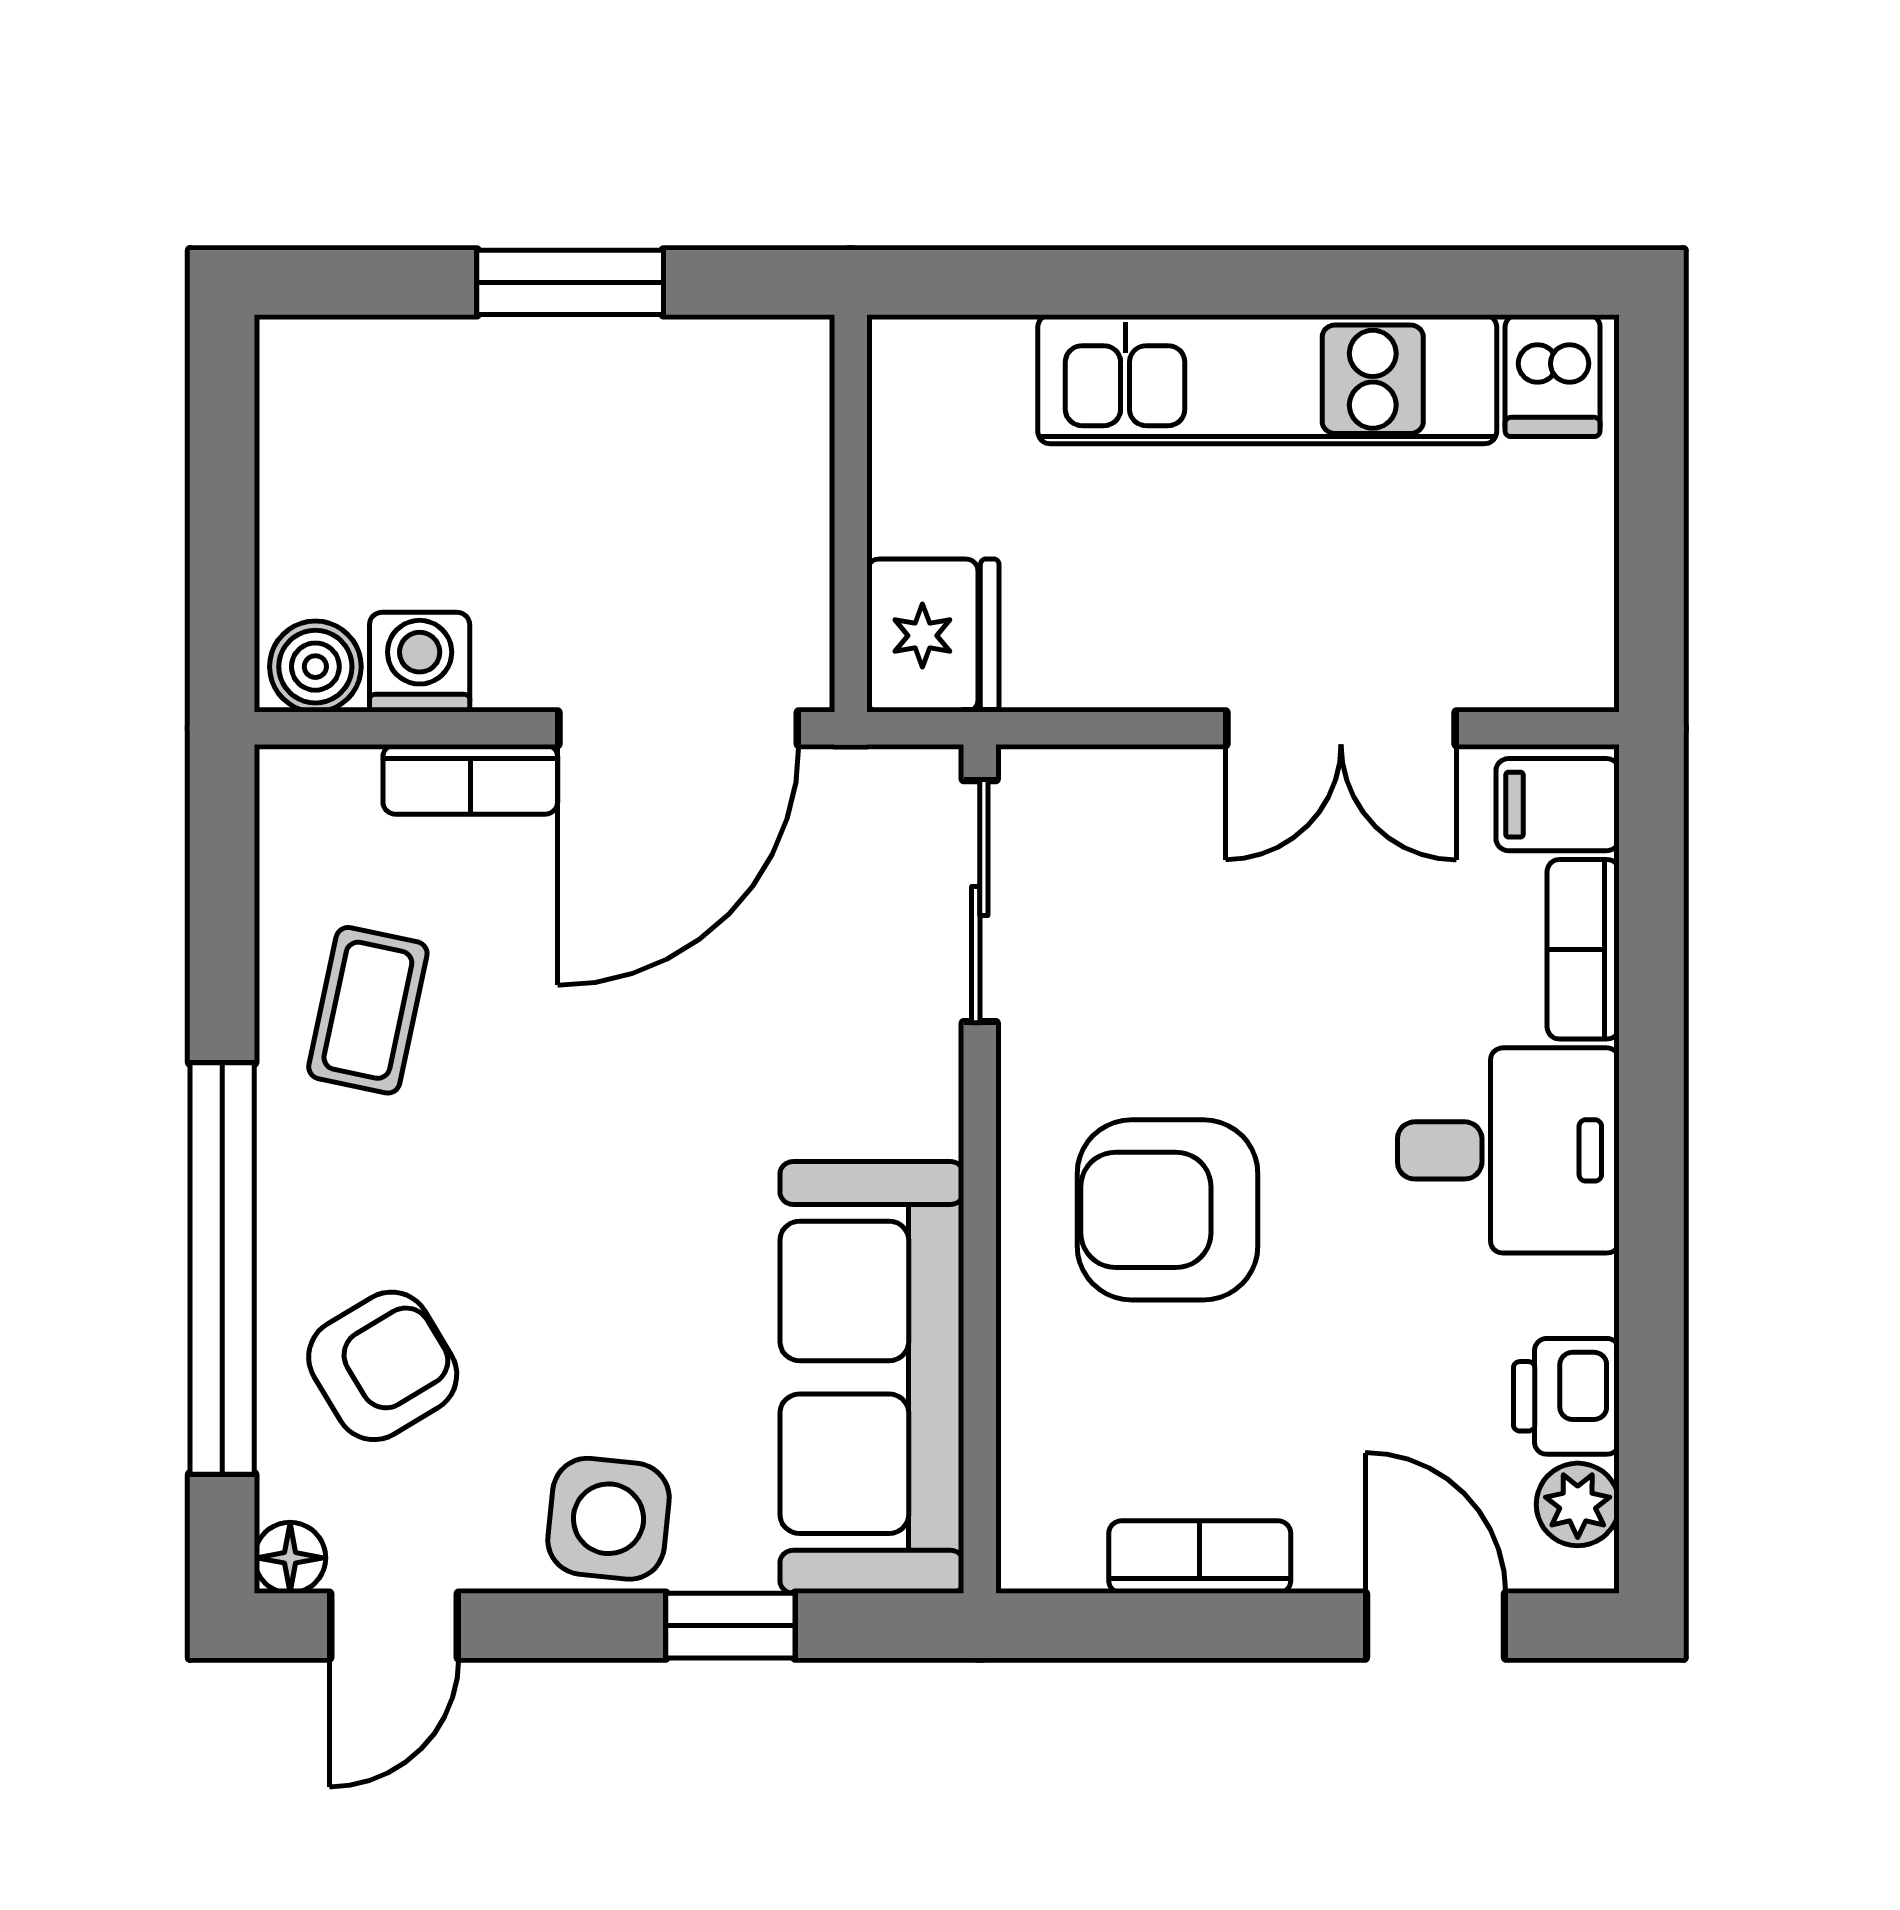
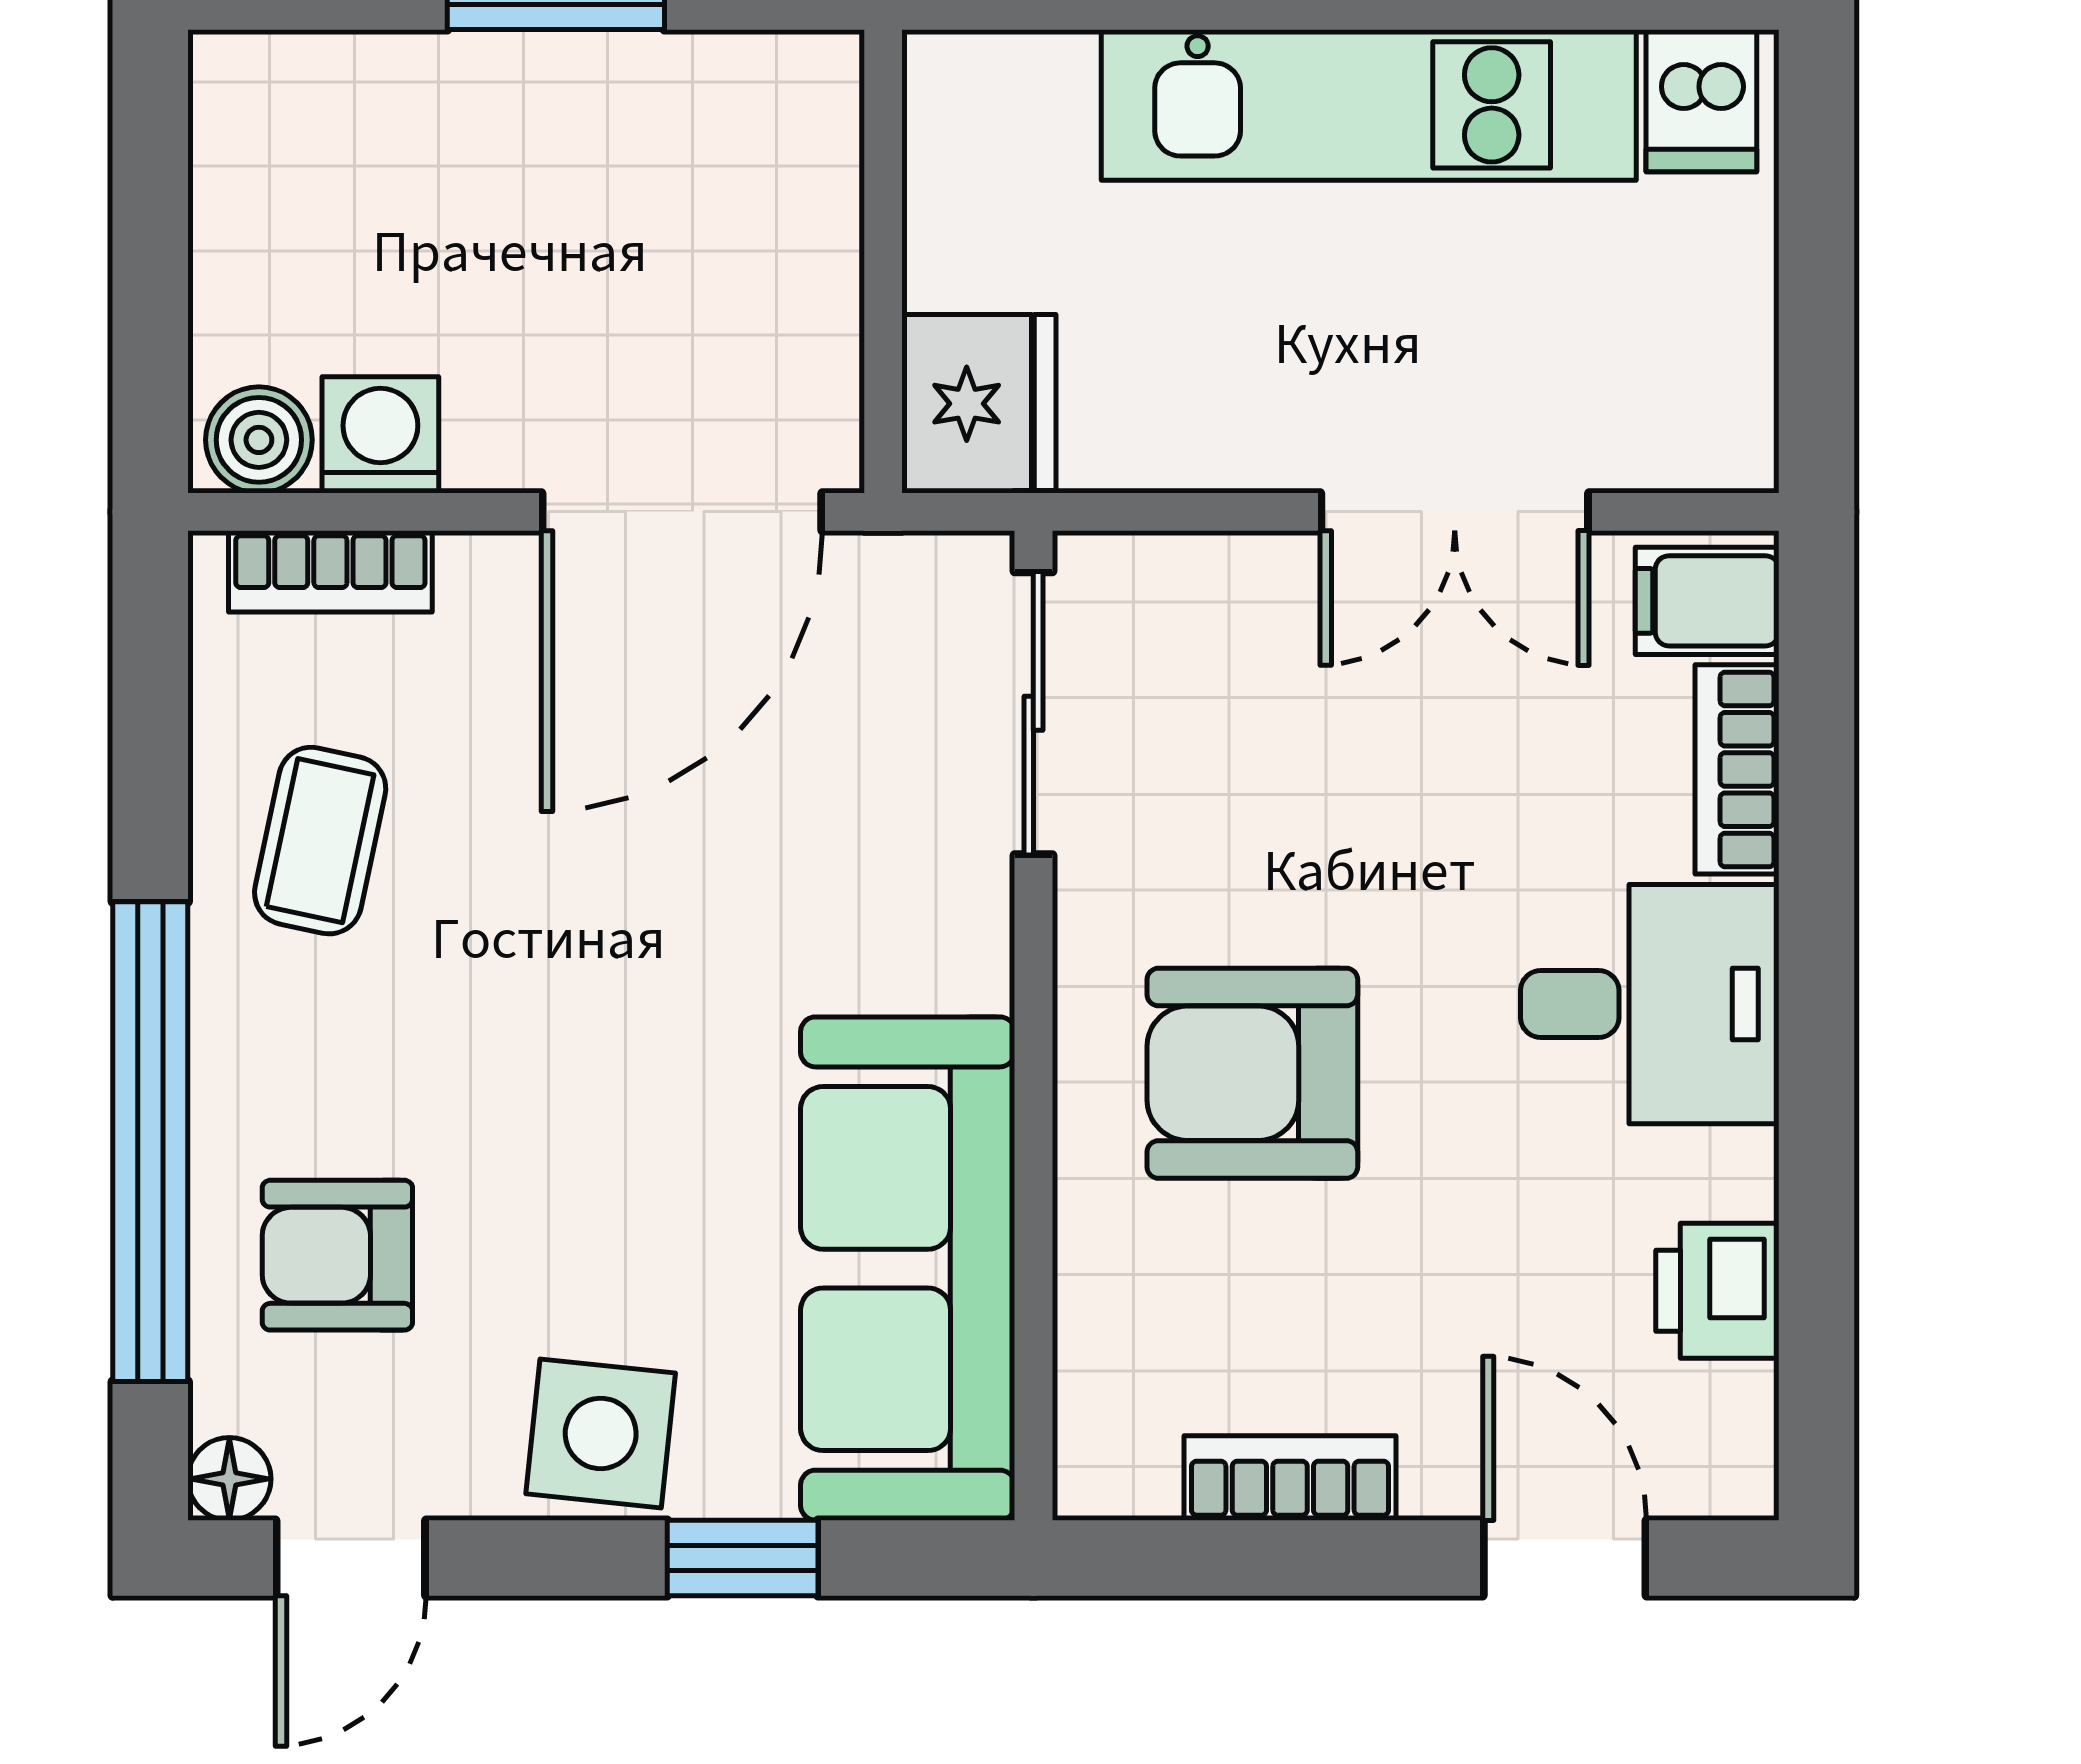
bookcase: (470, 779) -> (330, 571), moved
armchair: (383, 1366) -> (337, 1255), turned -149
plant: (1578, 1504) -> (1731, 1417), removed

